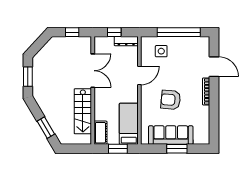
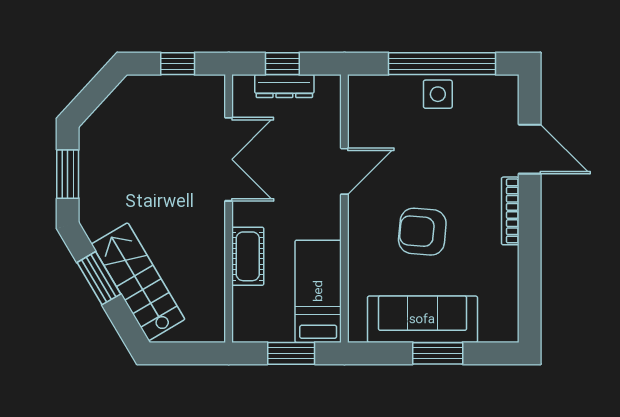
dresser: (126, 41) -> (284, 86), moved
side table: (161, 51) -> (438, 94), moved
stairs: (83, 111) -> (138, 282), moved, turned 149
window: (46, 128) -> (99, 278), moved
cot: (100, 133) -> (248, 256), moved

